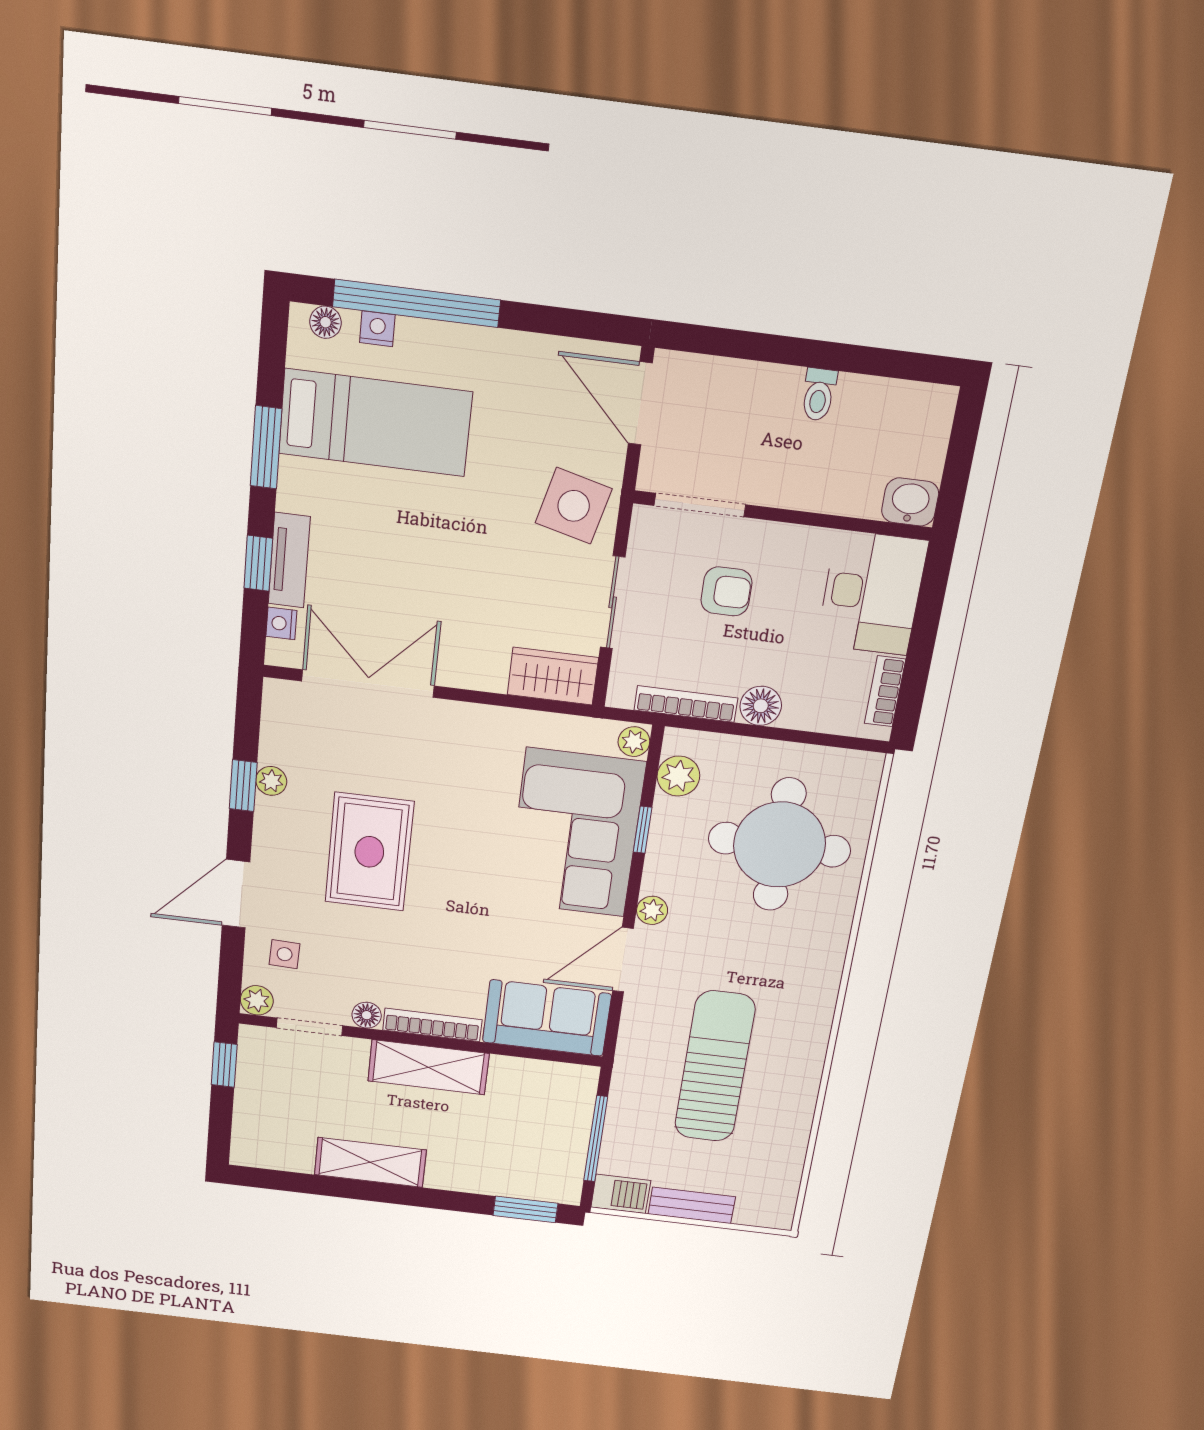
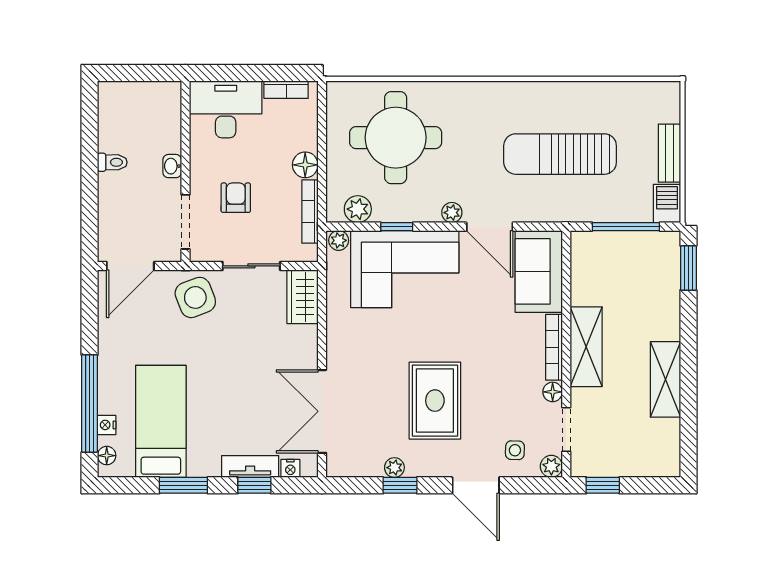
washbasin: (910, 502) -> (172, 166), moved, width x0.72, depth x0.69
side table: (574, 506) -> (195, 297), turned -35
rug: (369, 852) -> (435, 401), turned 90

